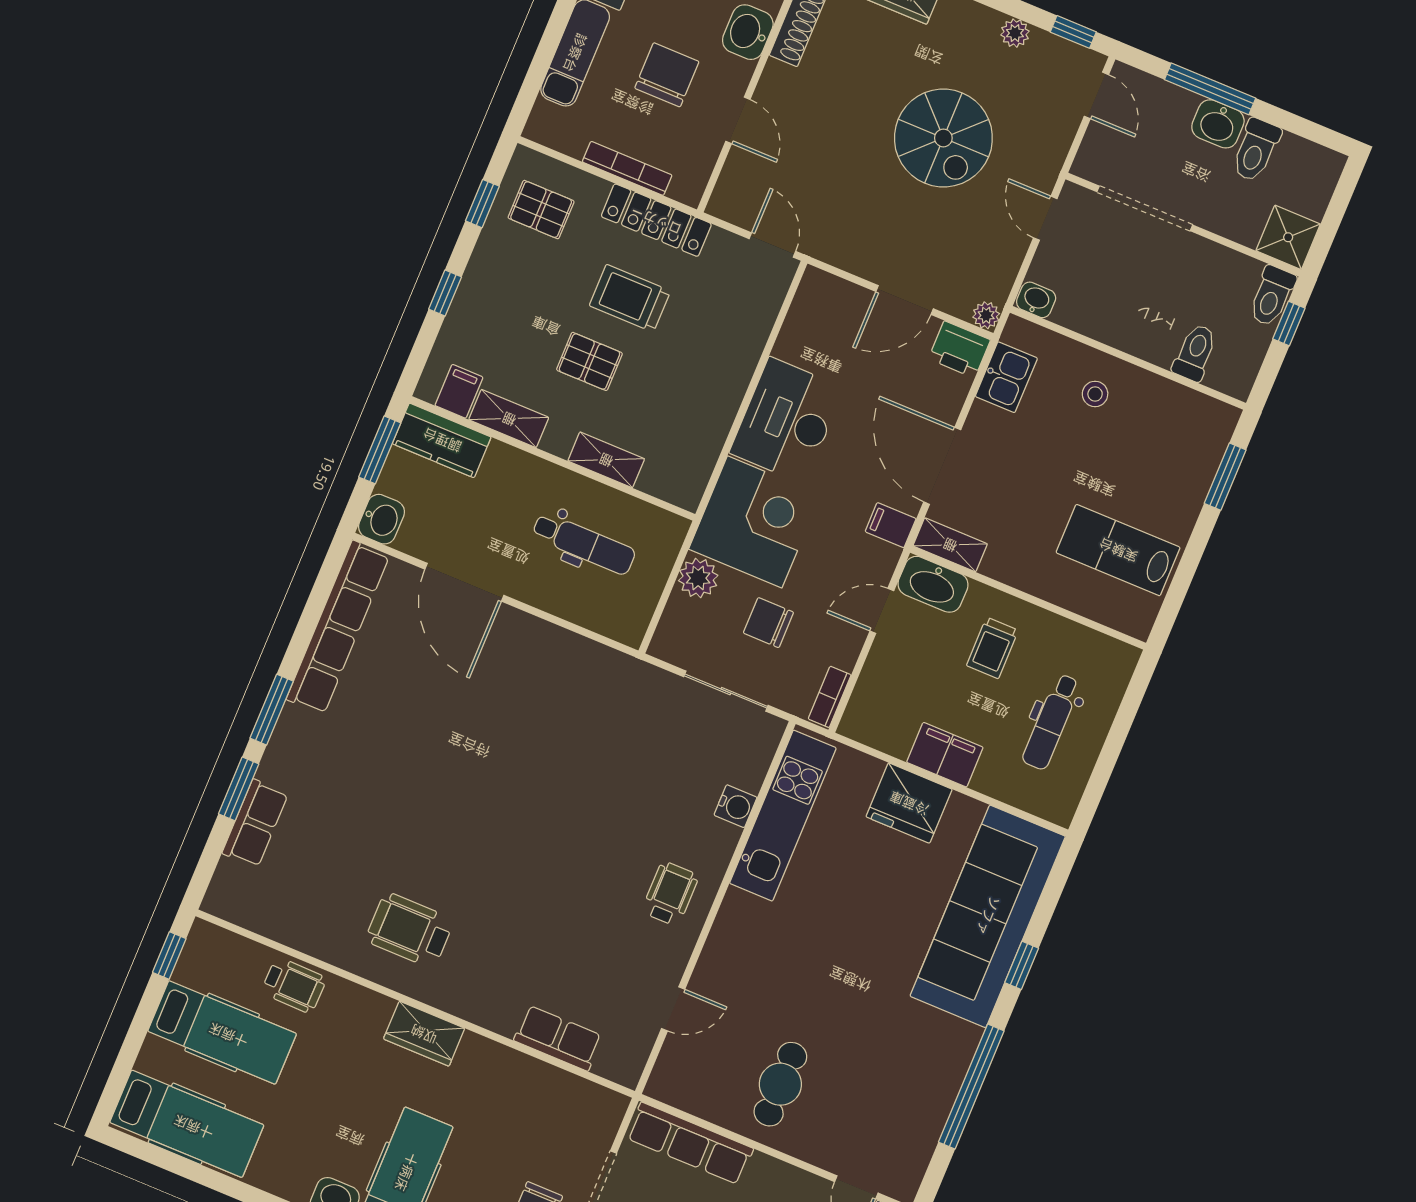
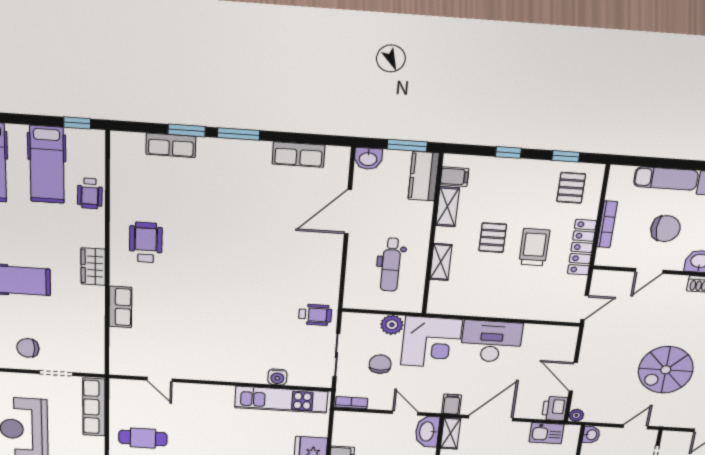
row of seats: (338, 627) -> (299, 155), width x0.50
wheelchair: (670, 894) -> (315, 315), moved
row of seats: (558, 1038) -> (120, 307), moved

